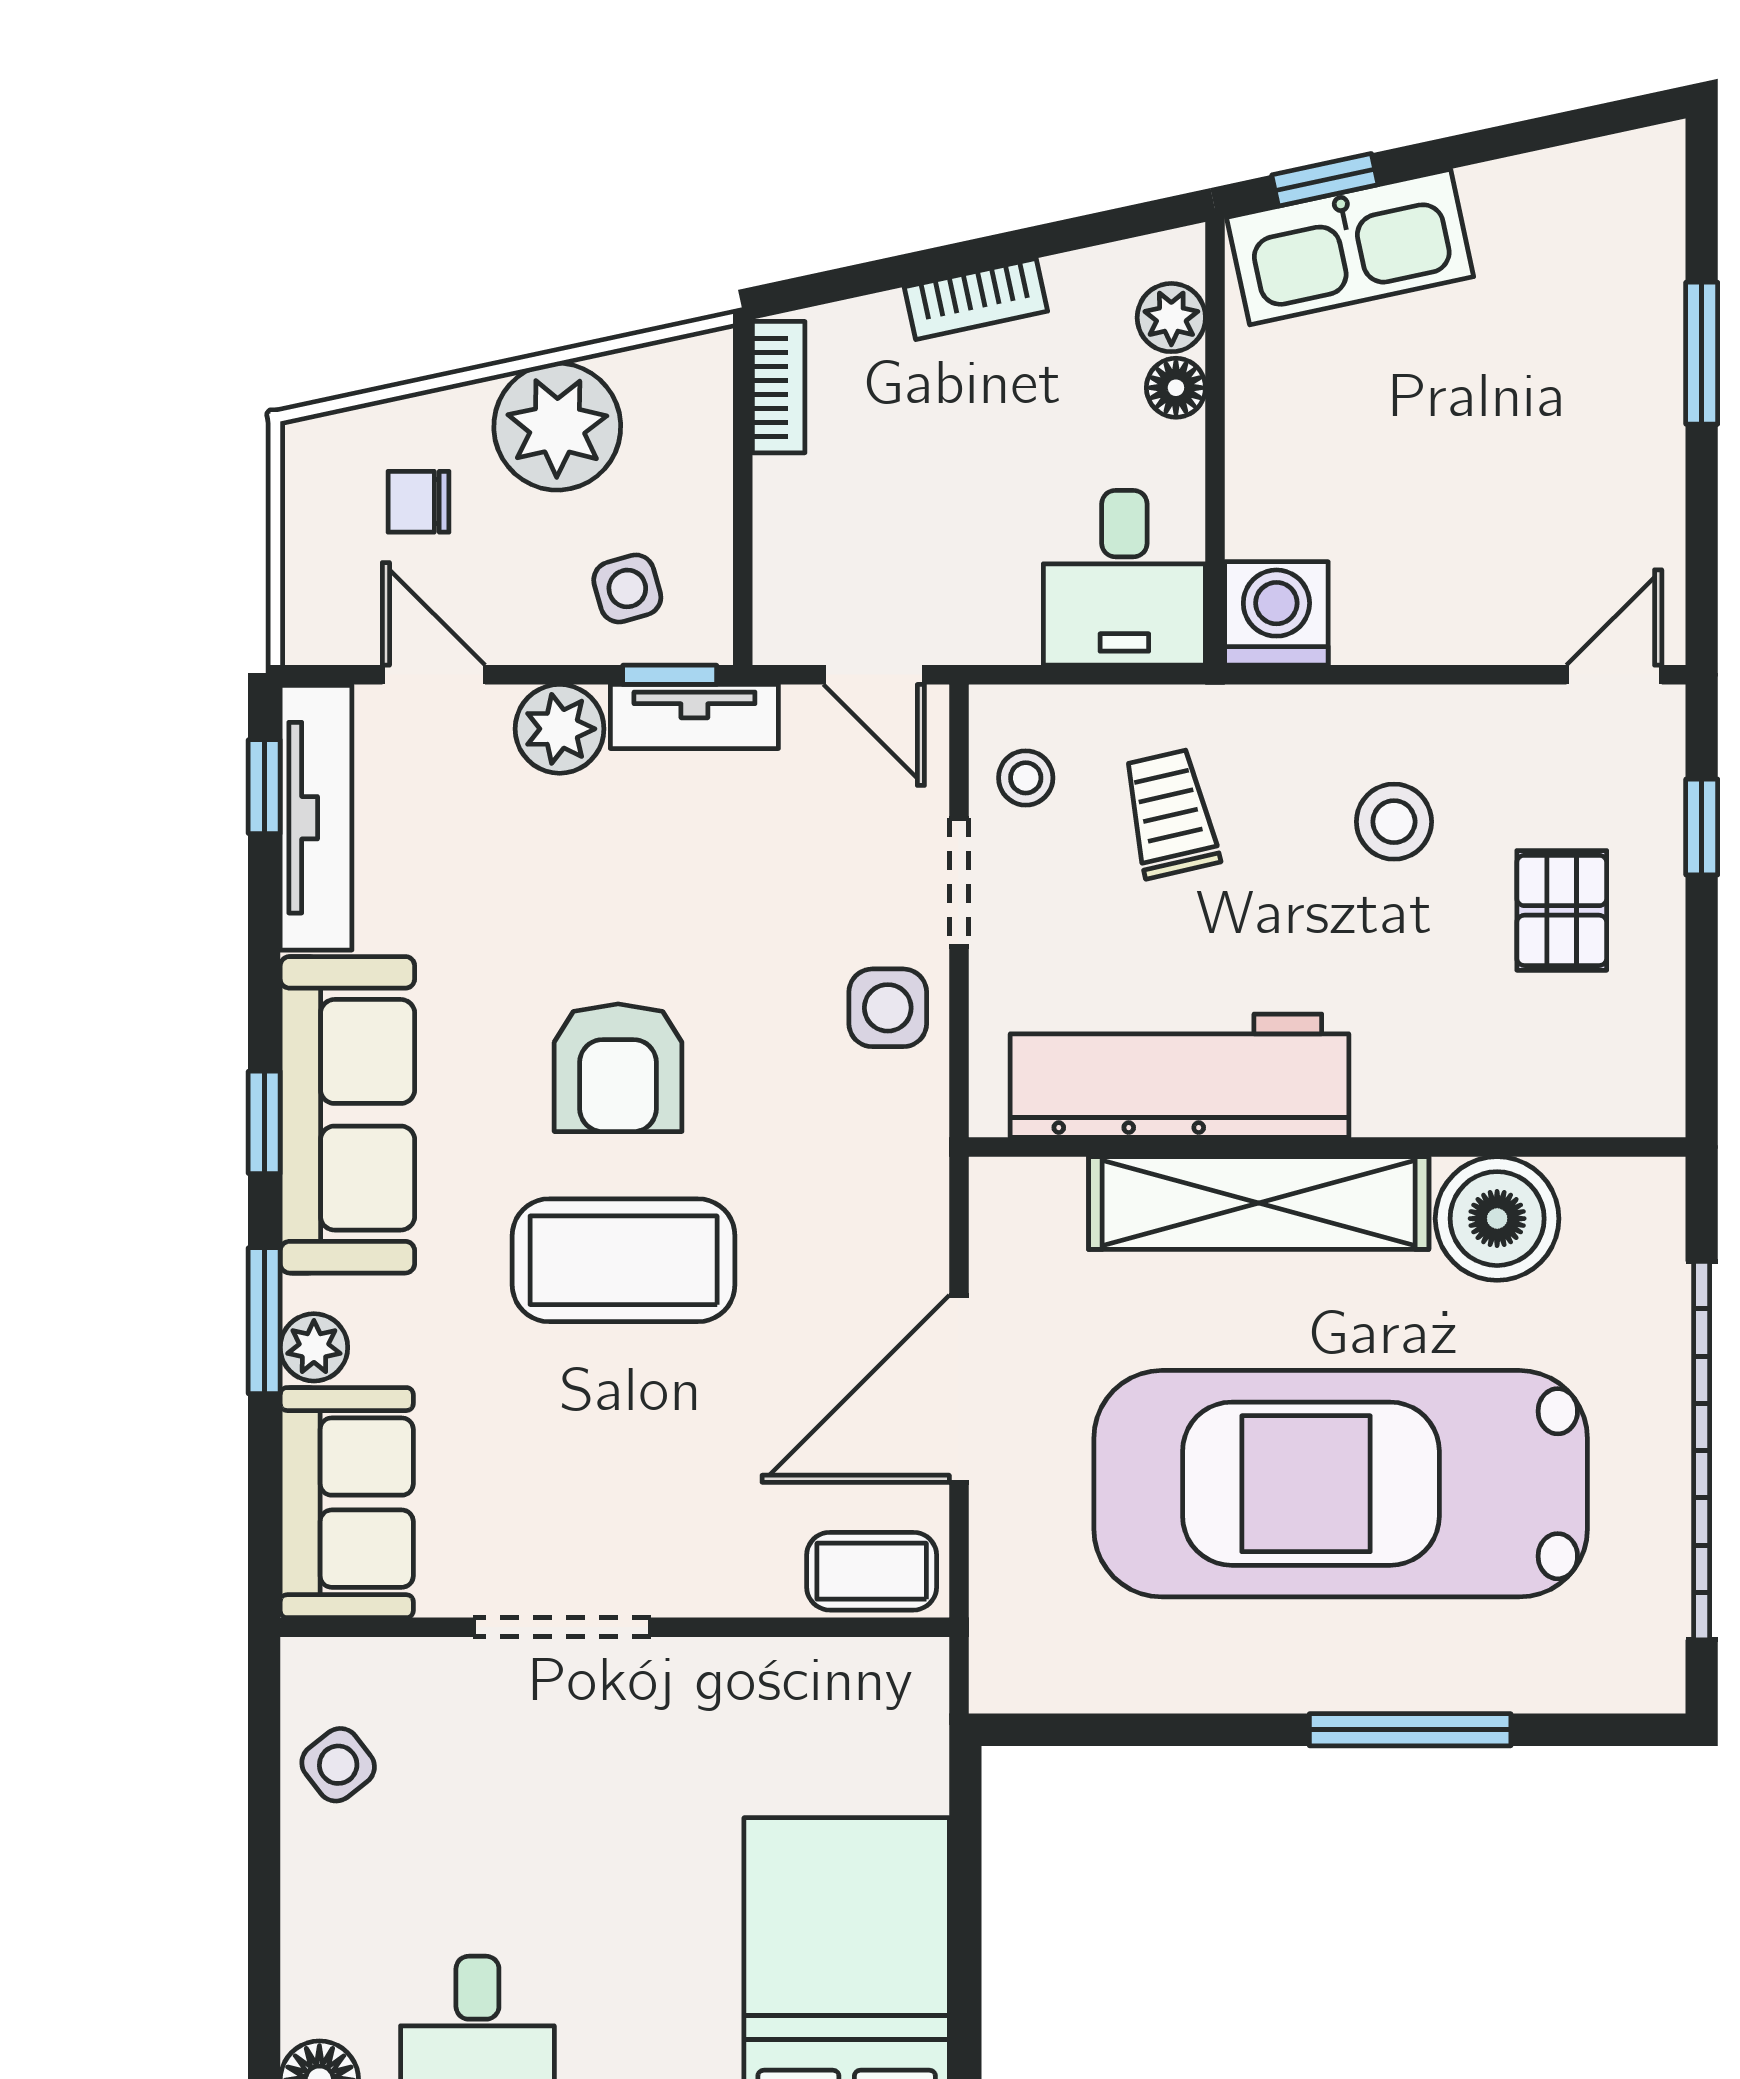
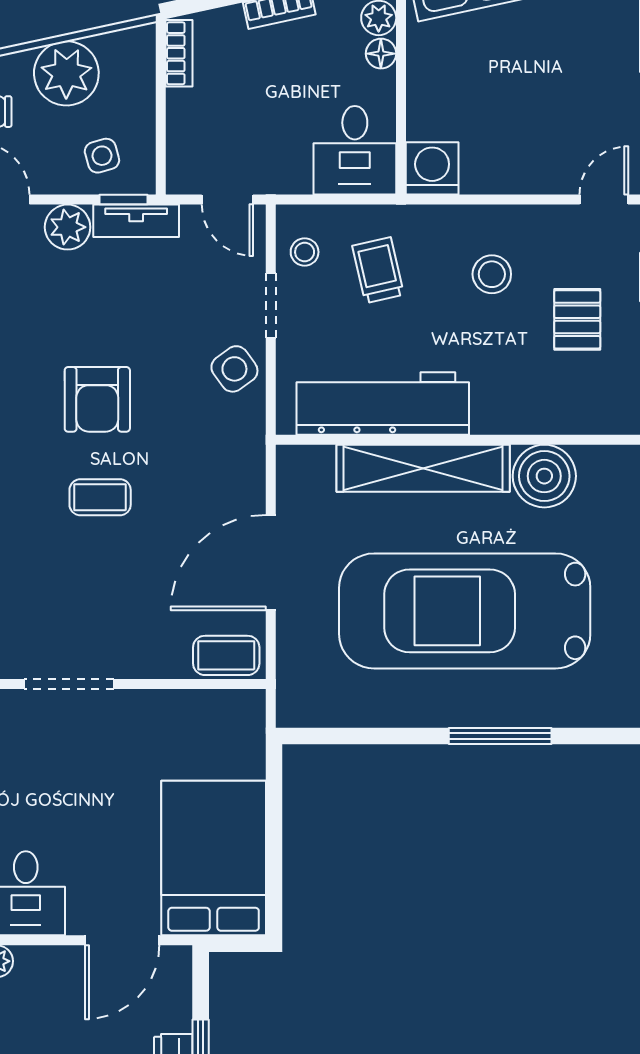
side table: (888, 1008) -> (234, 369), turned -36
coffee table: (624, 1260) -> (100, 497), width x0.54, depth x0.58

